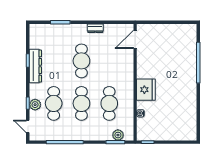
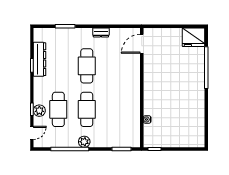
dresser: (35, 66) -> (40, 59), moved
fridge: (146, 90) -> (194, 37), moved, turned 90
cafe table: (109, 103) -> (115, 109), removed
door: (28, 126) -> (32, 133), swing flipped
plant: (118, 135) -> (84, 142), moved

